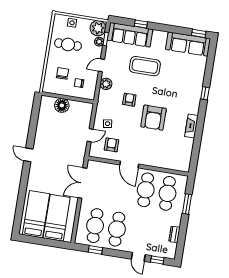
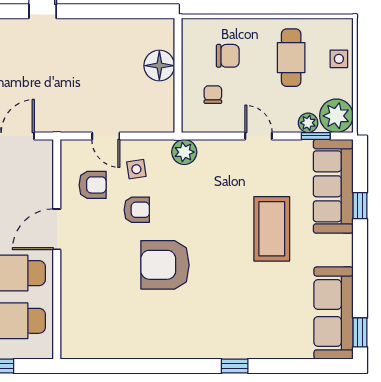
plant: (106, 84) -> (184, 152), moved
armchair: (129, 100) -> (137, 210), moved
fireplace: (191, 126) -> (160, 348), removed

